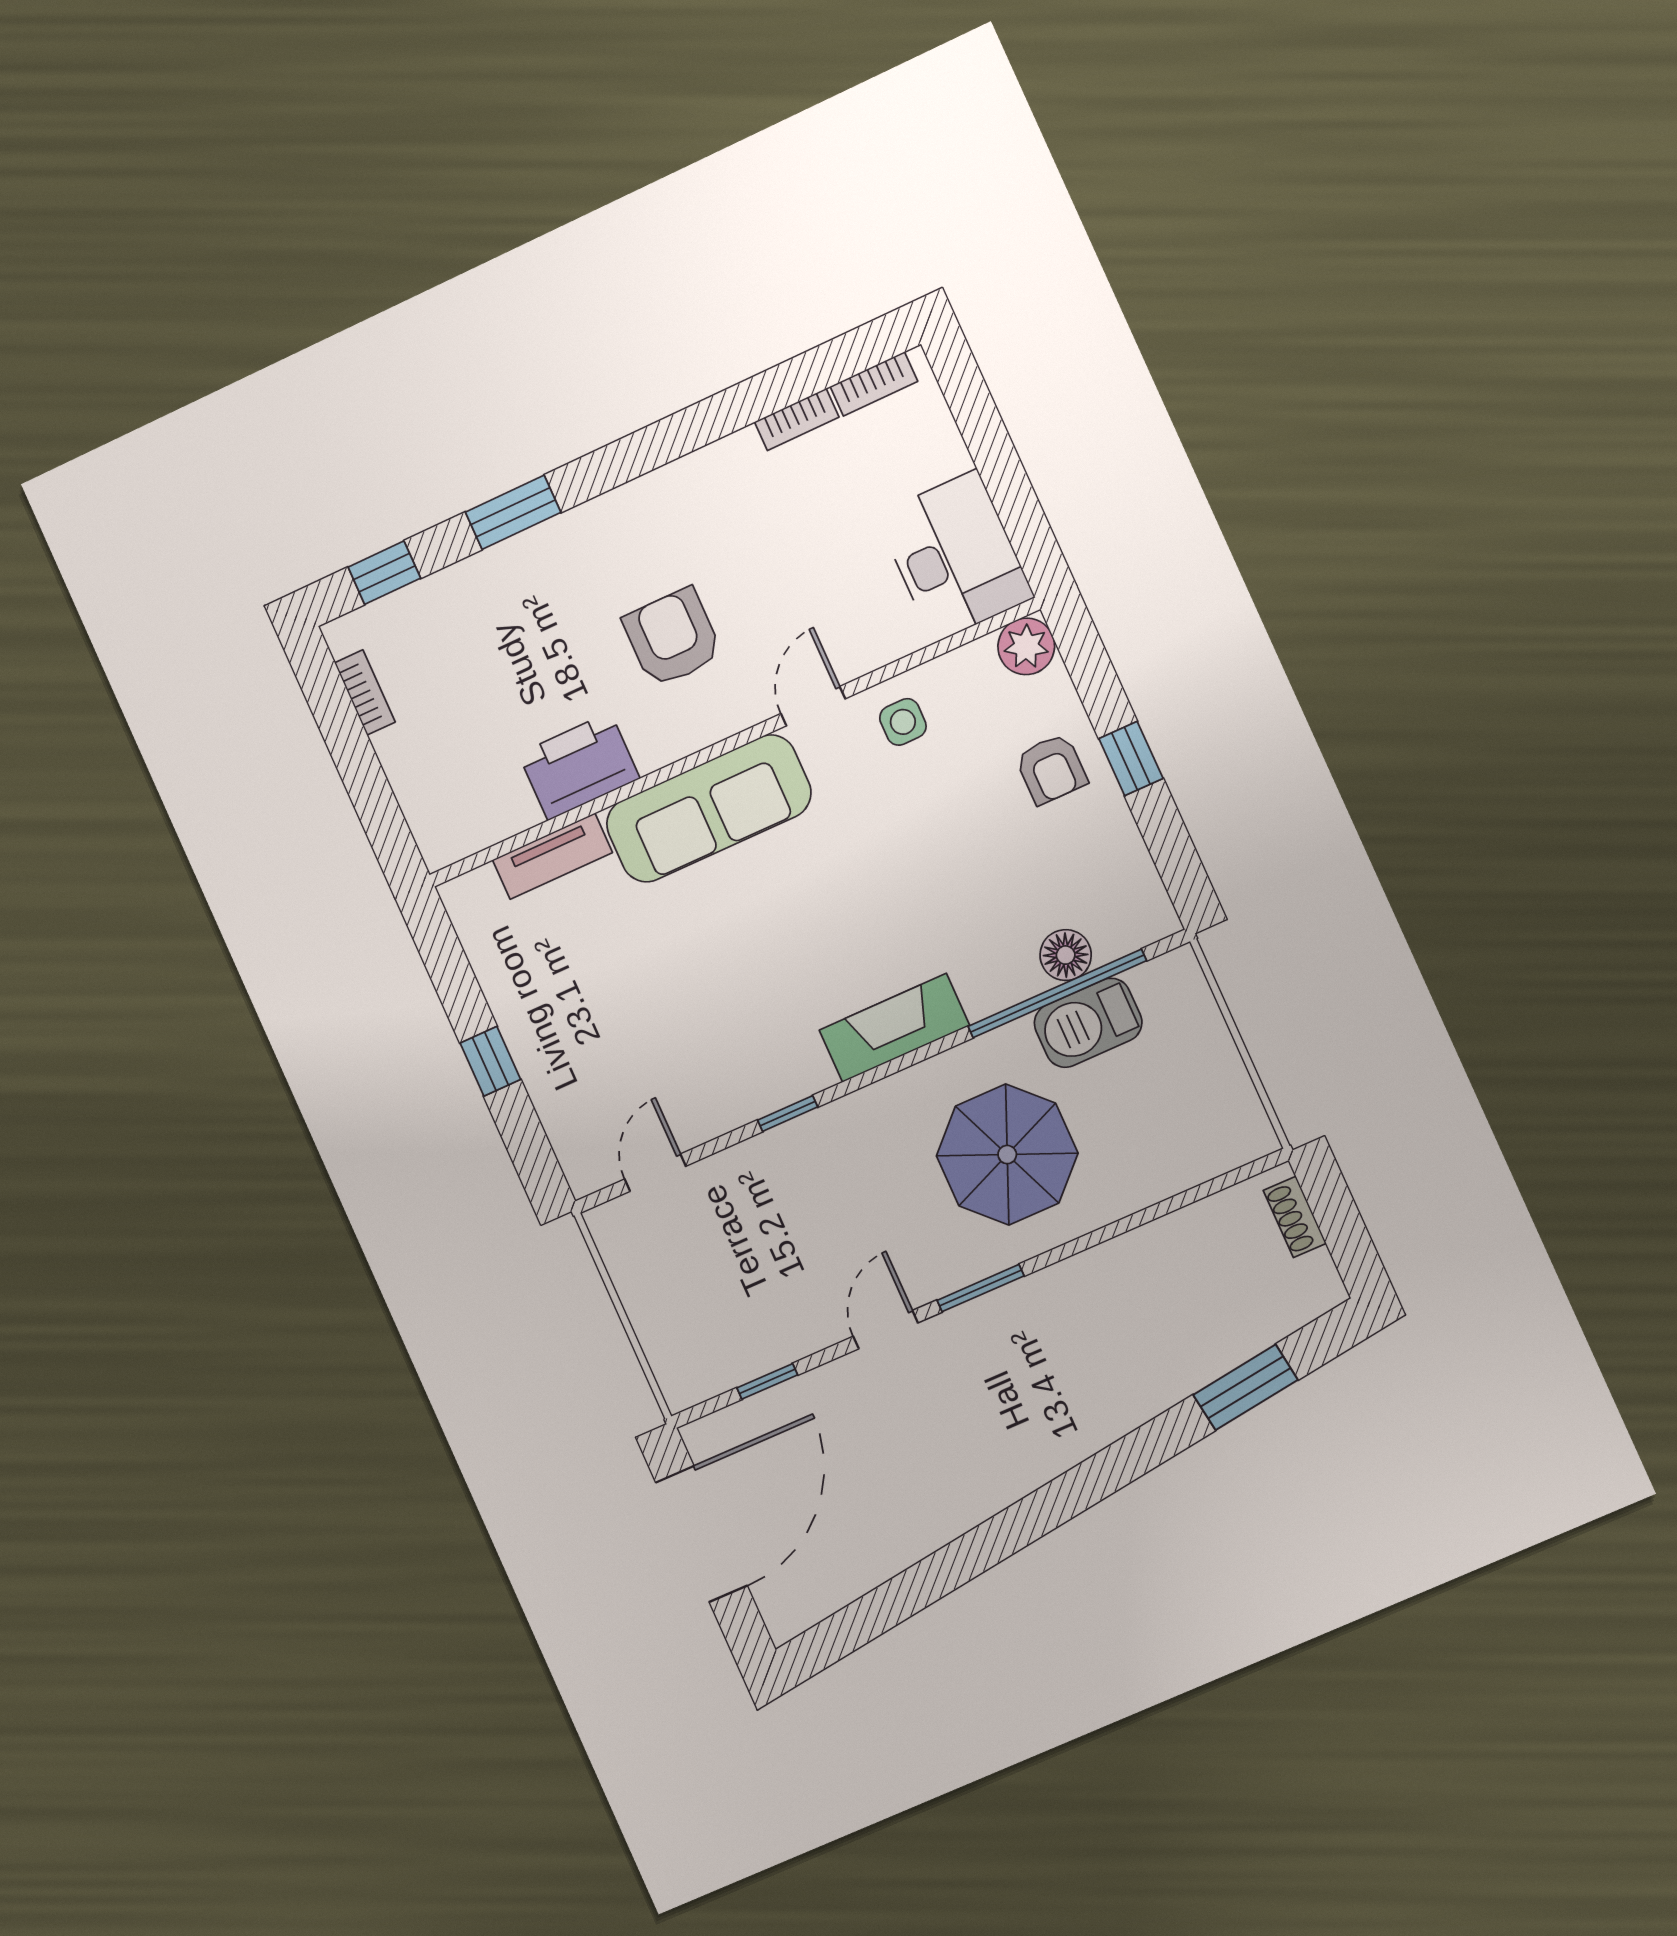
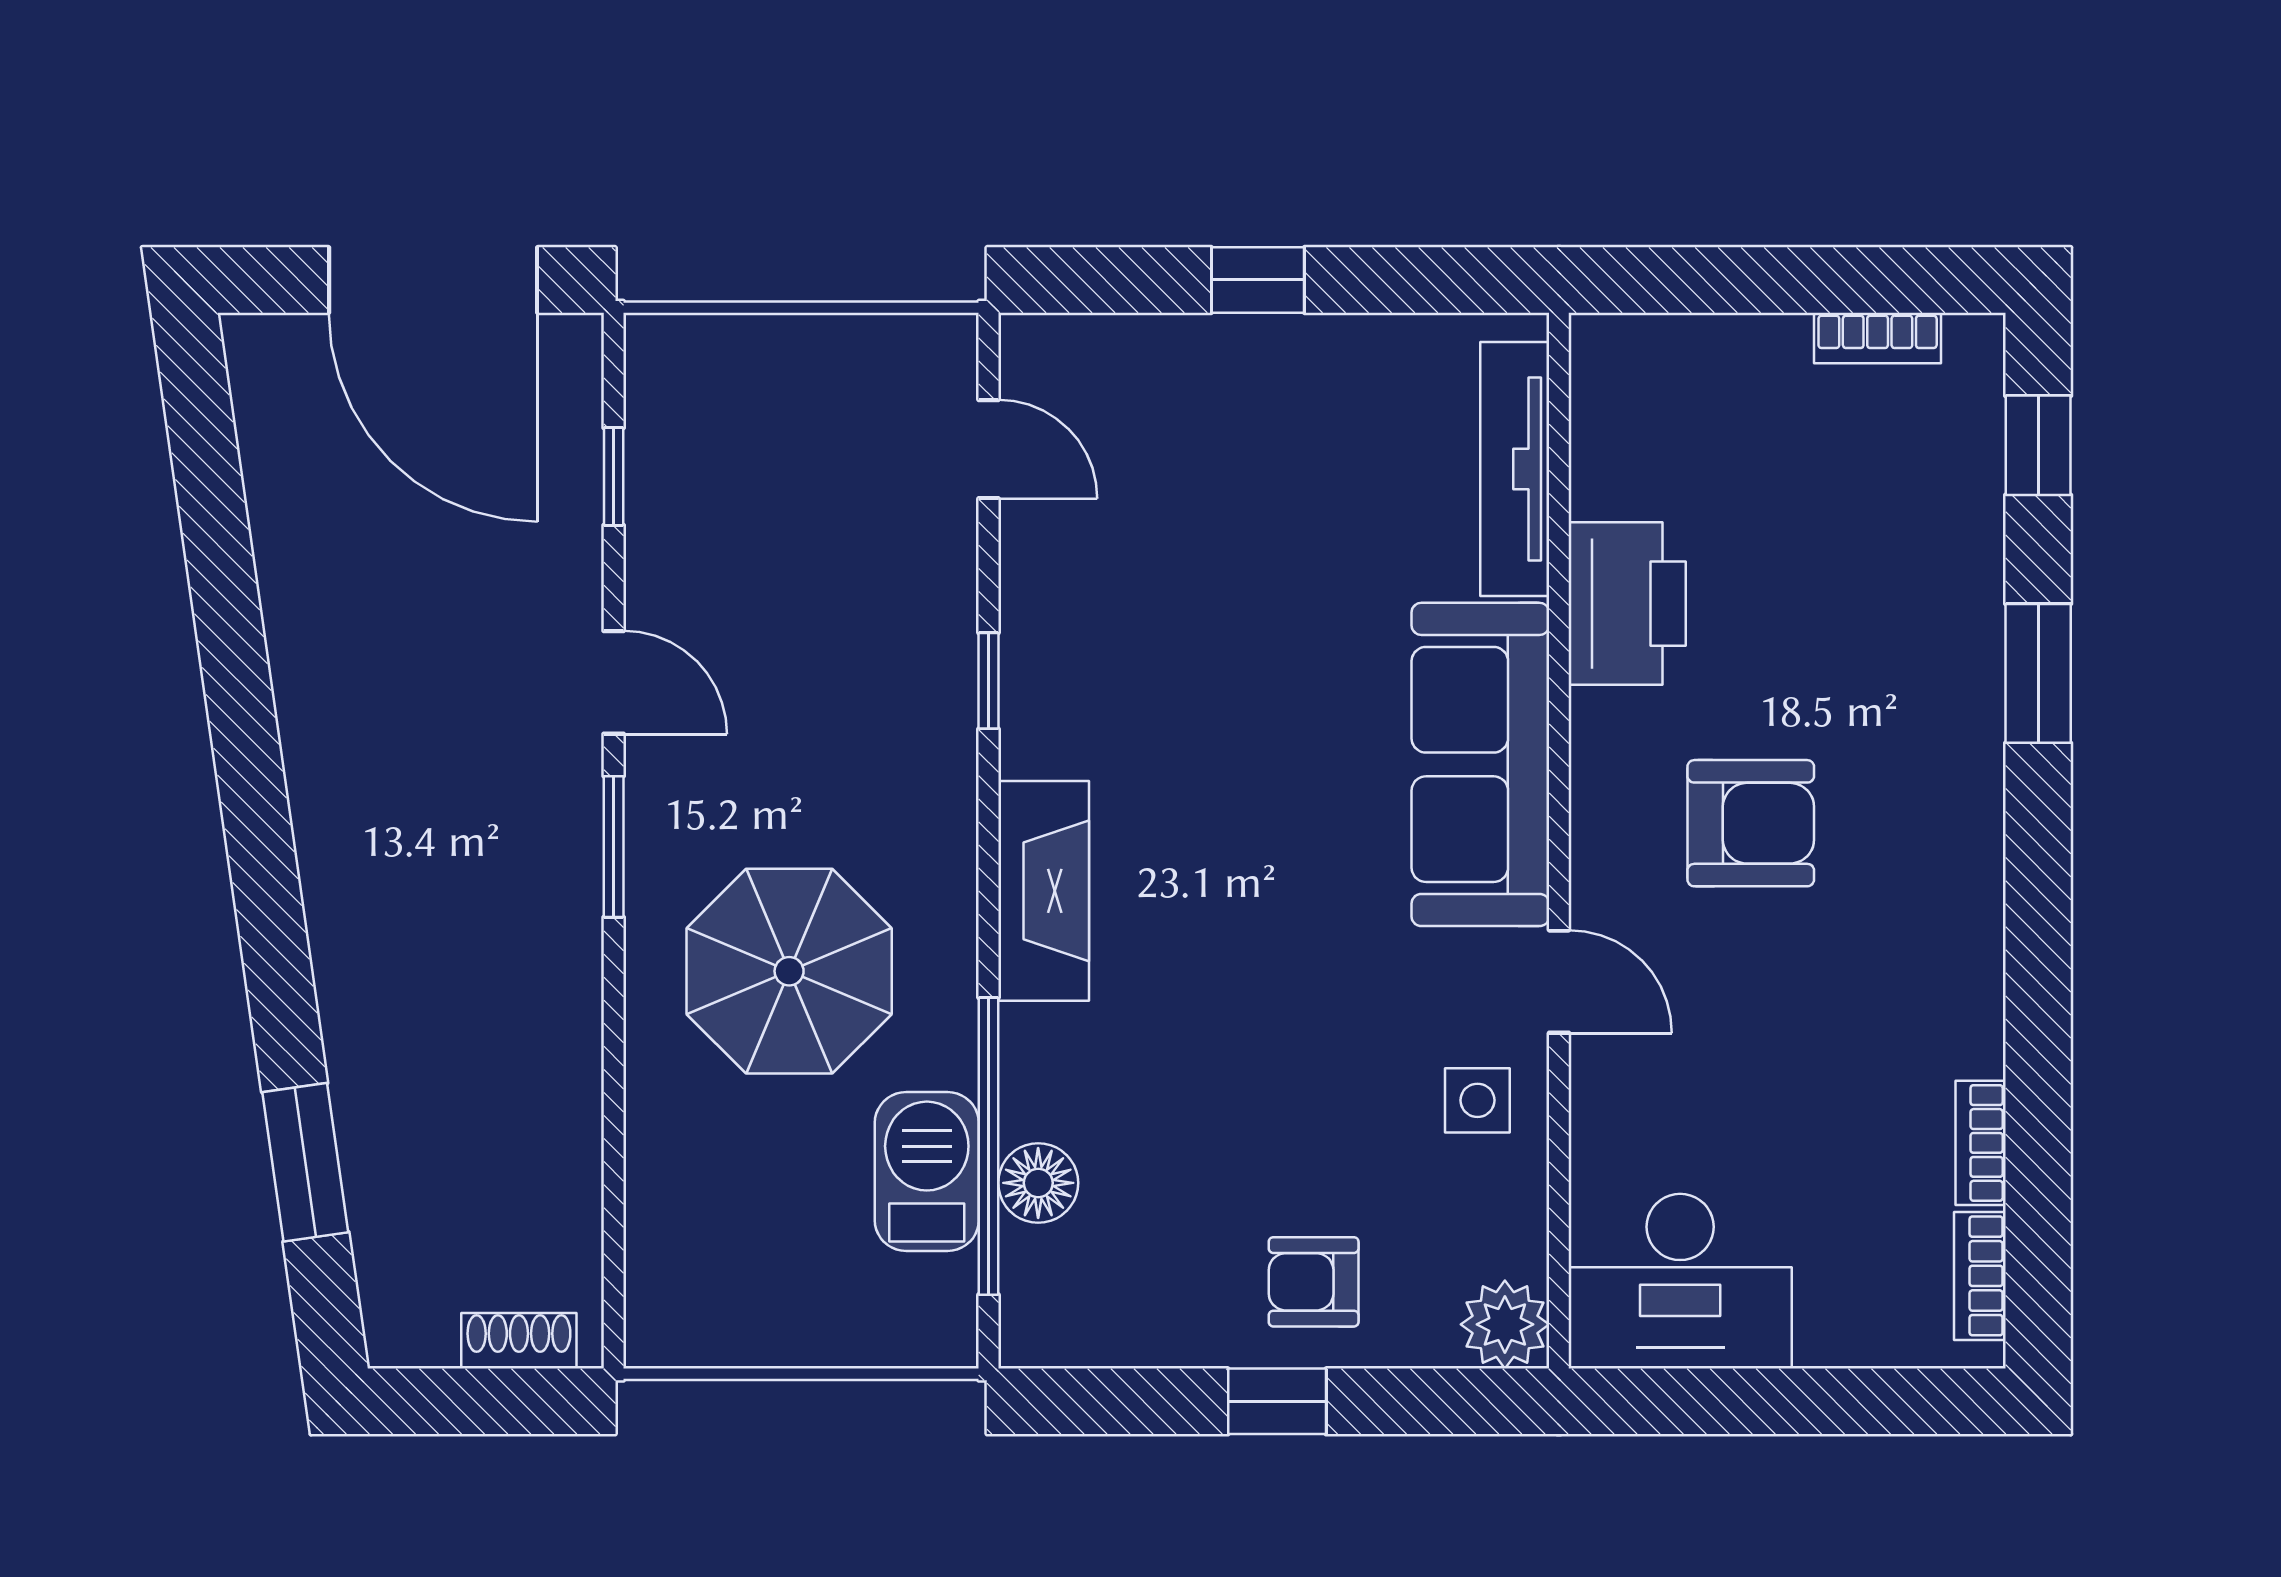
tv unit: (552, 856) -> (1515, 469), width x1.41

